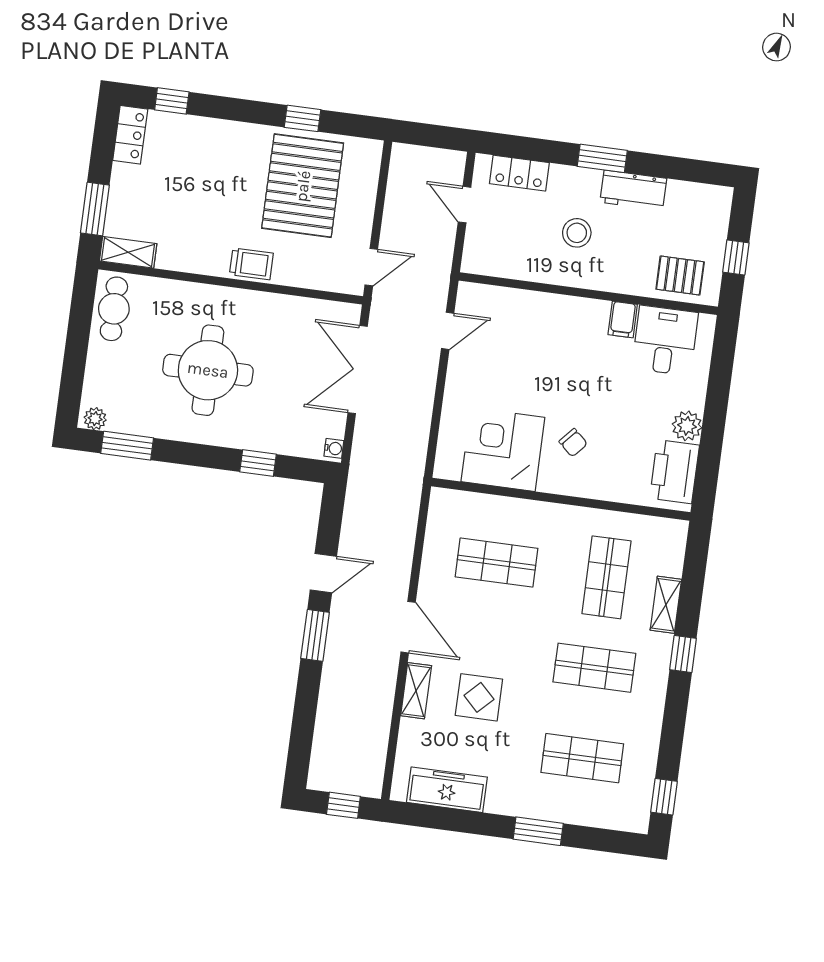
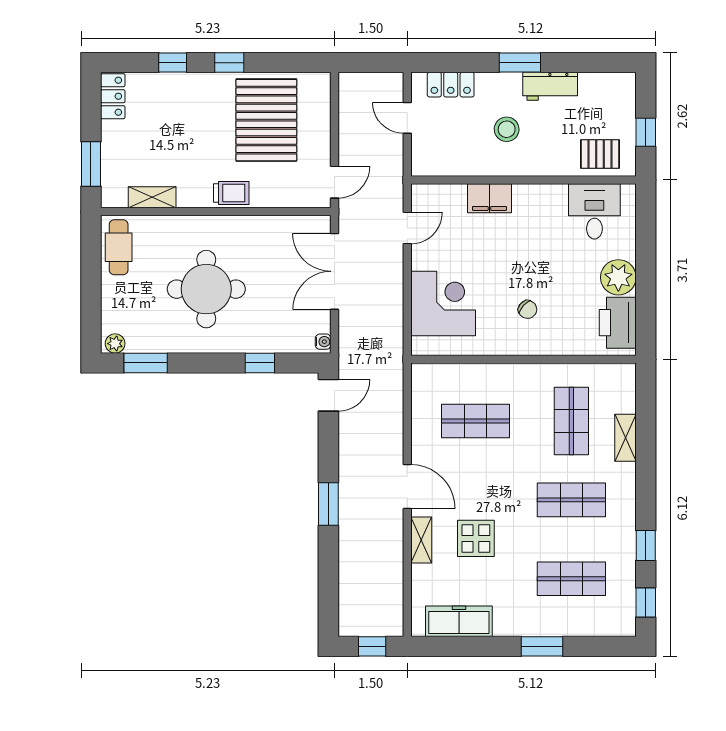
window: (172, 101) -> (173, 63), moved
window: (302, 118) -> (229, 63), moved
shelving: (128, 252) -> (152, 197), moved
filing cabinet: (623, 320) -> (489, 198), moved, width x2.00
plant: (687, 426) -> (618, 277), width x1.36, depth x1.36
corner desk: (503, 450) -> (443, 303), moved, turned 90
door: (323, 573) -> (328, 395), moved
window: (683, 654) -> (646, 545), moved

